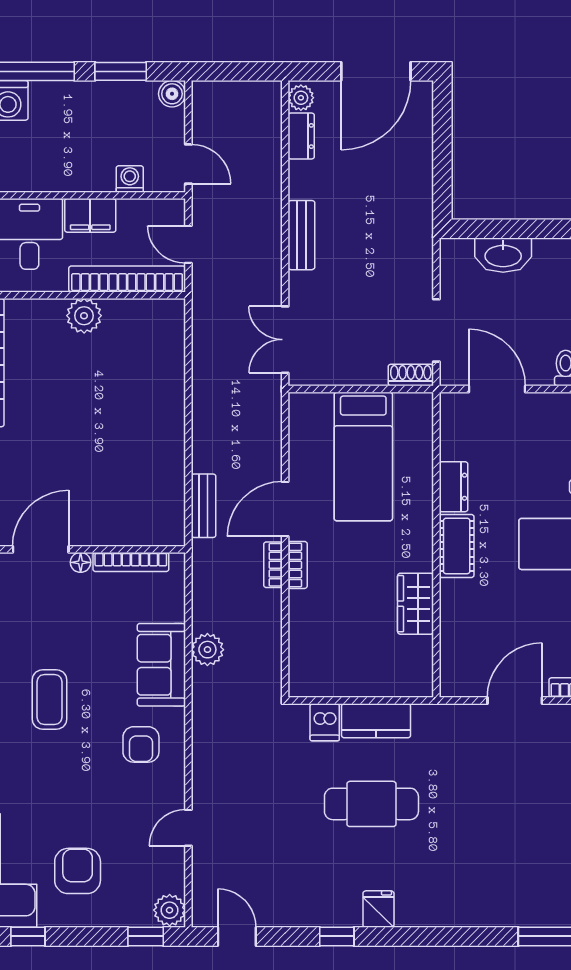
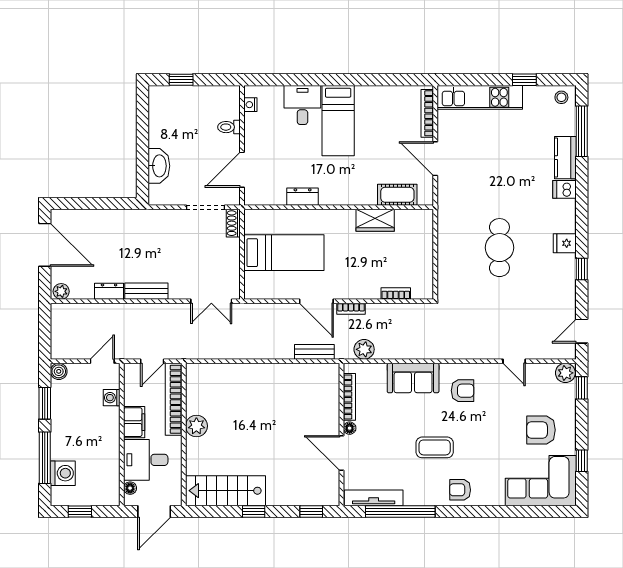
dresser: (301, 136) -> (109, 291), moved
cot: (457, 546) -> (397, 195), moved
bookcase: (298, 565) -> (396, 293), moved
plant: (207, 650) -> (364, 349), moved
kitchen counter: (376, 721) -> (565, 158), moved, turned 180
dishwasher: (325, 722) -> (564, 189), moved, turned 180

